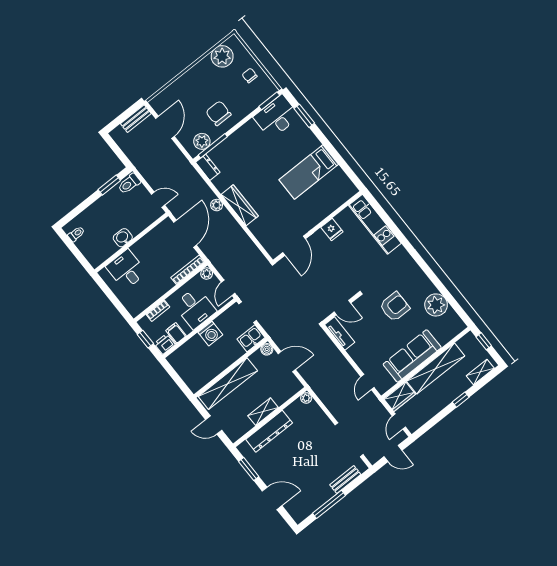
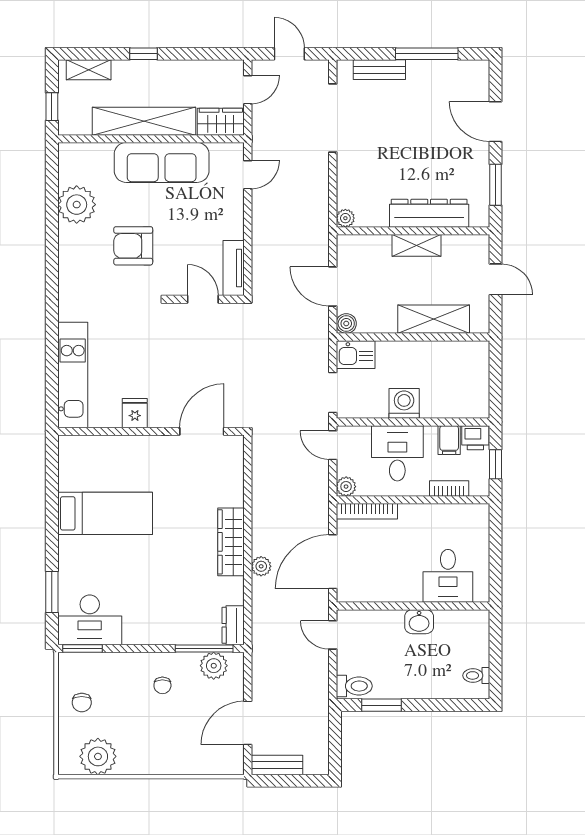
chair: (218, 113) -> (162, 685), width x0.54, depth x0.54
door: (228, 288) -> (333, 445), swing flipped
shelving: (228, 384) -> (434, 319), width x0.68

